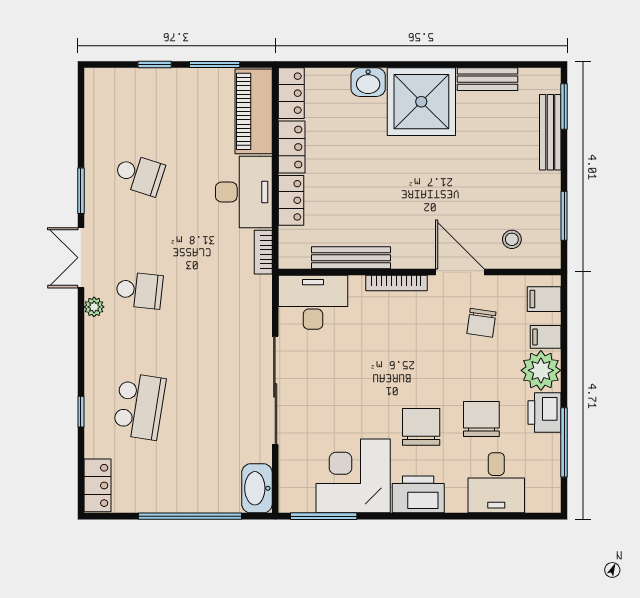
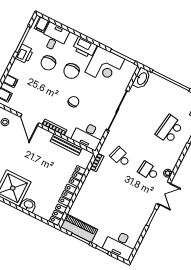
piano: (254, 111) -> (79, 228), moved, turned -90
school desk: (139, 174) -> (120, 157), moved
desk: (244, 192) -> (120, 244), moved, turned -90
chair: (481, 323) -> (74, 102), moved
plant: (541, 370) -> (18, 70), removed
filing cabinet: (539, 496) -> (42, 25), added

